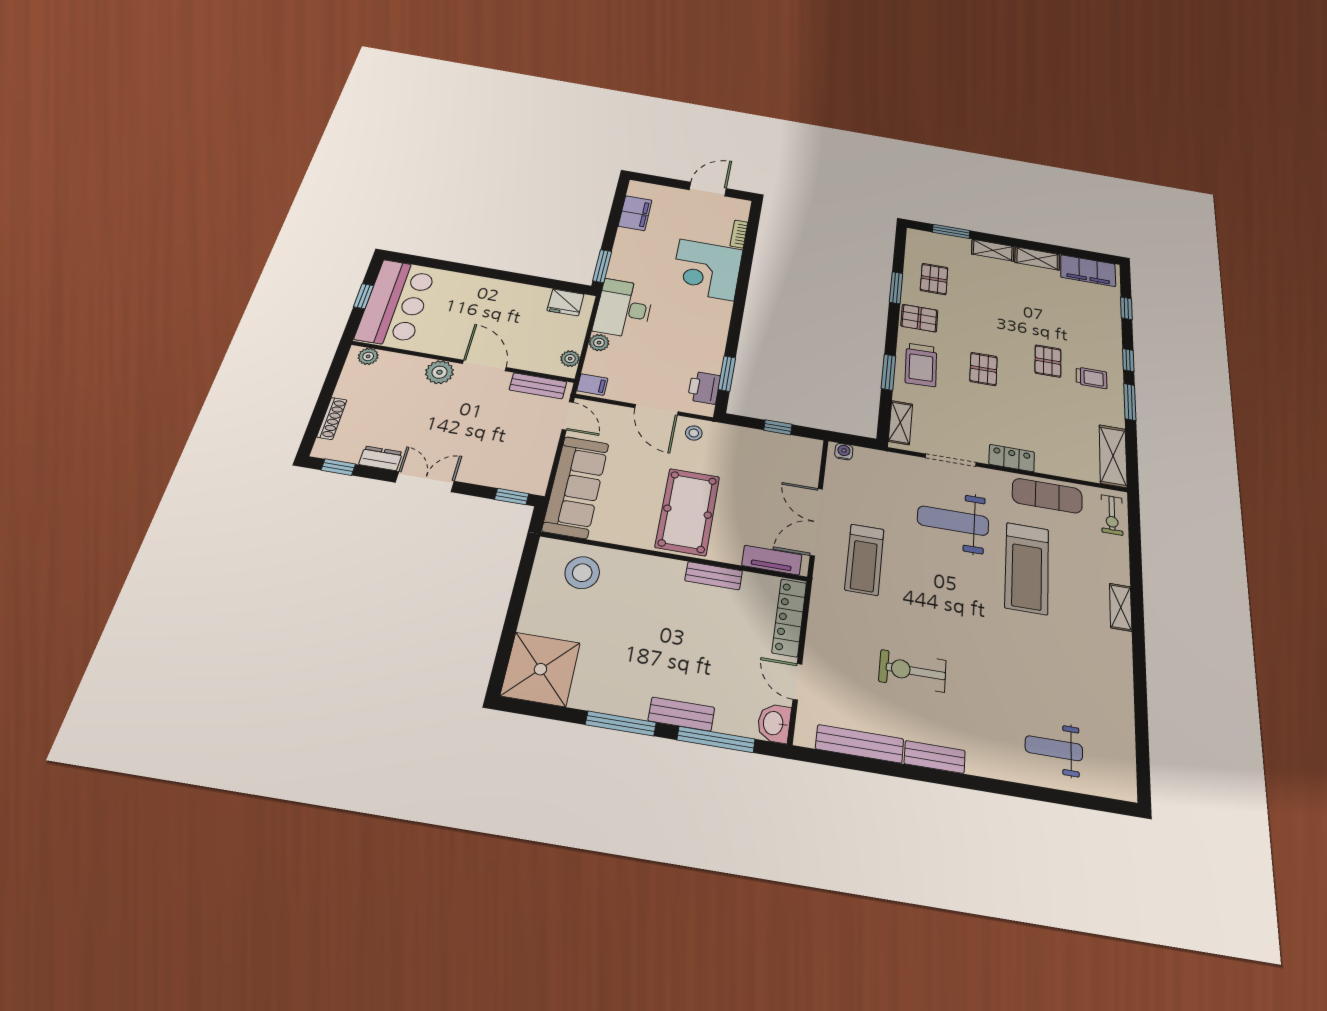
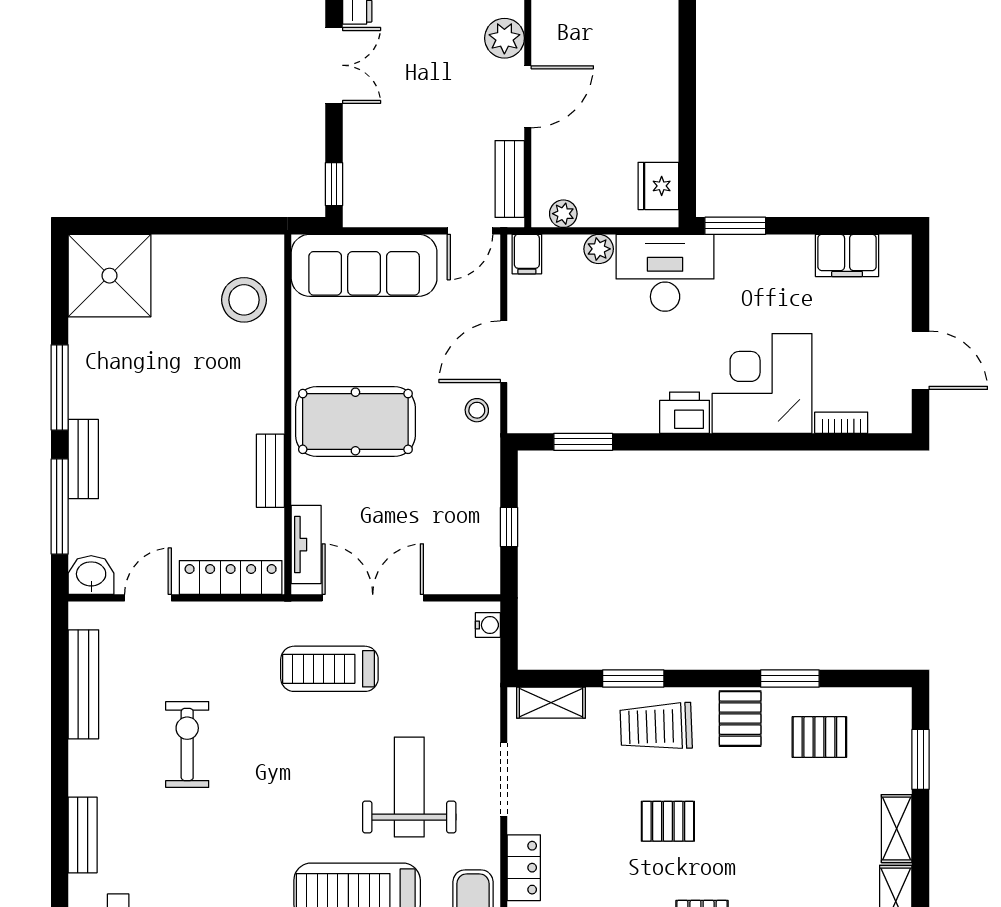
printer: (704, 388) -> (685, 413), moved
bench: (935, 757) -> (83, 835), moved

